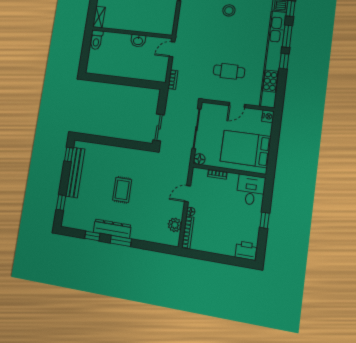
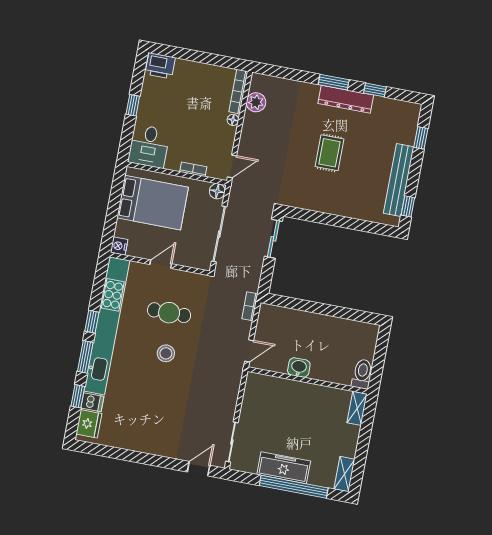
stool: (229, 10) -> (166, 353), moved
door: (188, 194) -> (232, 166), moved

